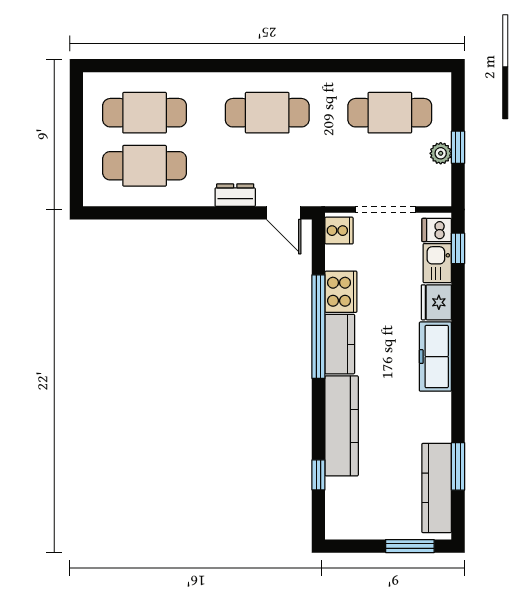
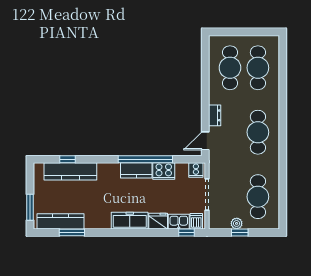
kitchen counter: (342, 426) -> (70, 171), moved

